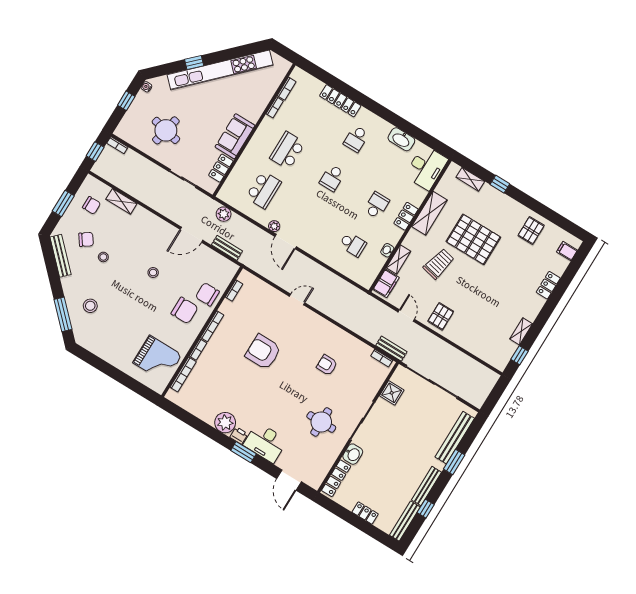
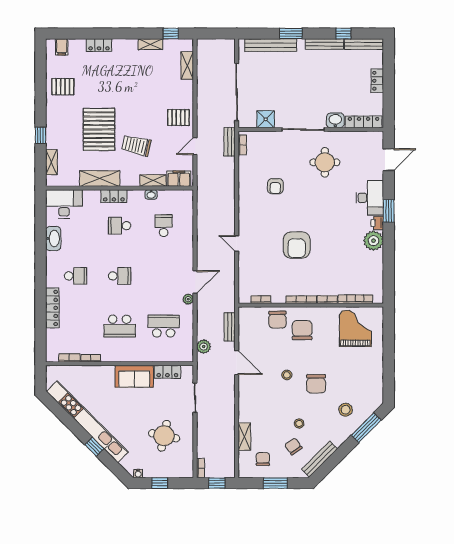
chair: (129, 294) -> (316, 384), added
shelving: (482, 352) -> (187, 66), added

